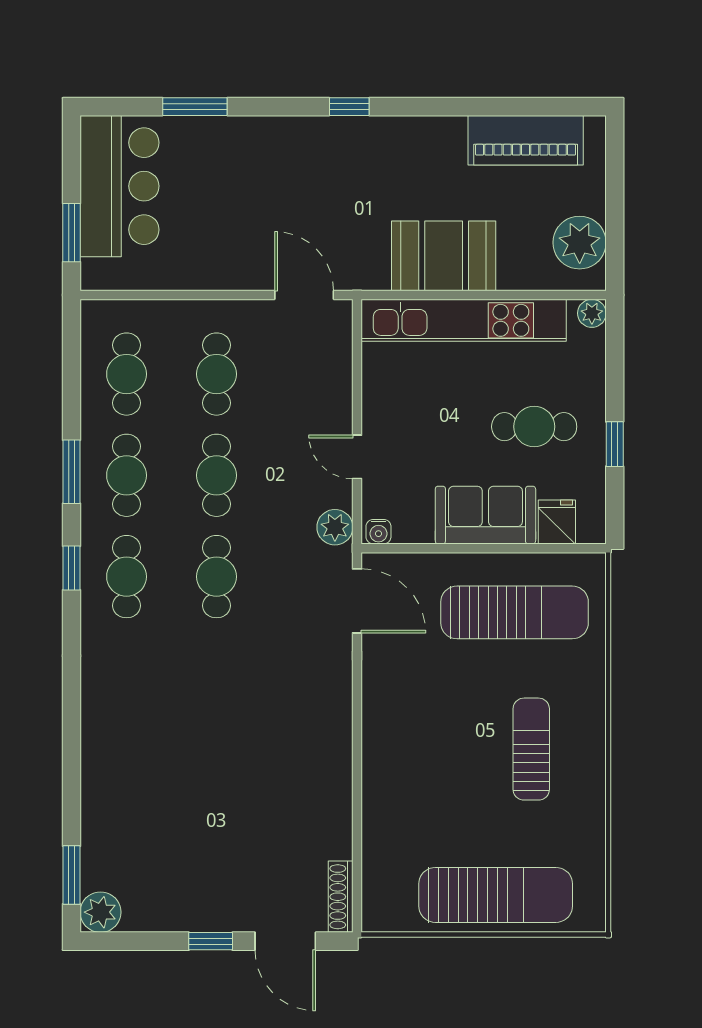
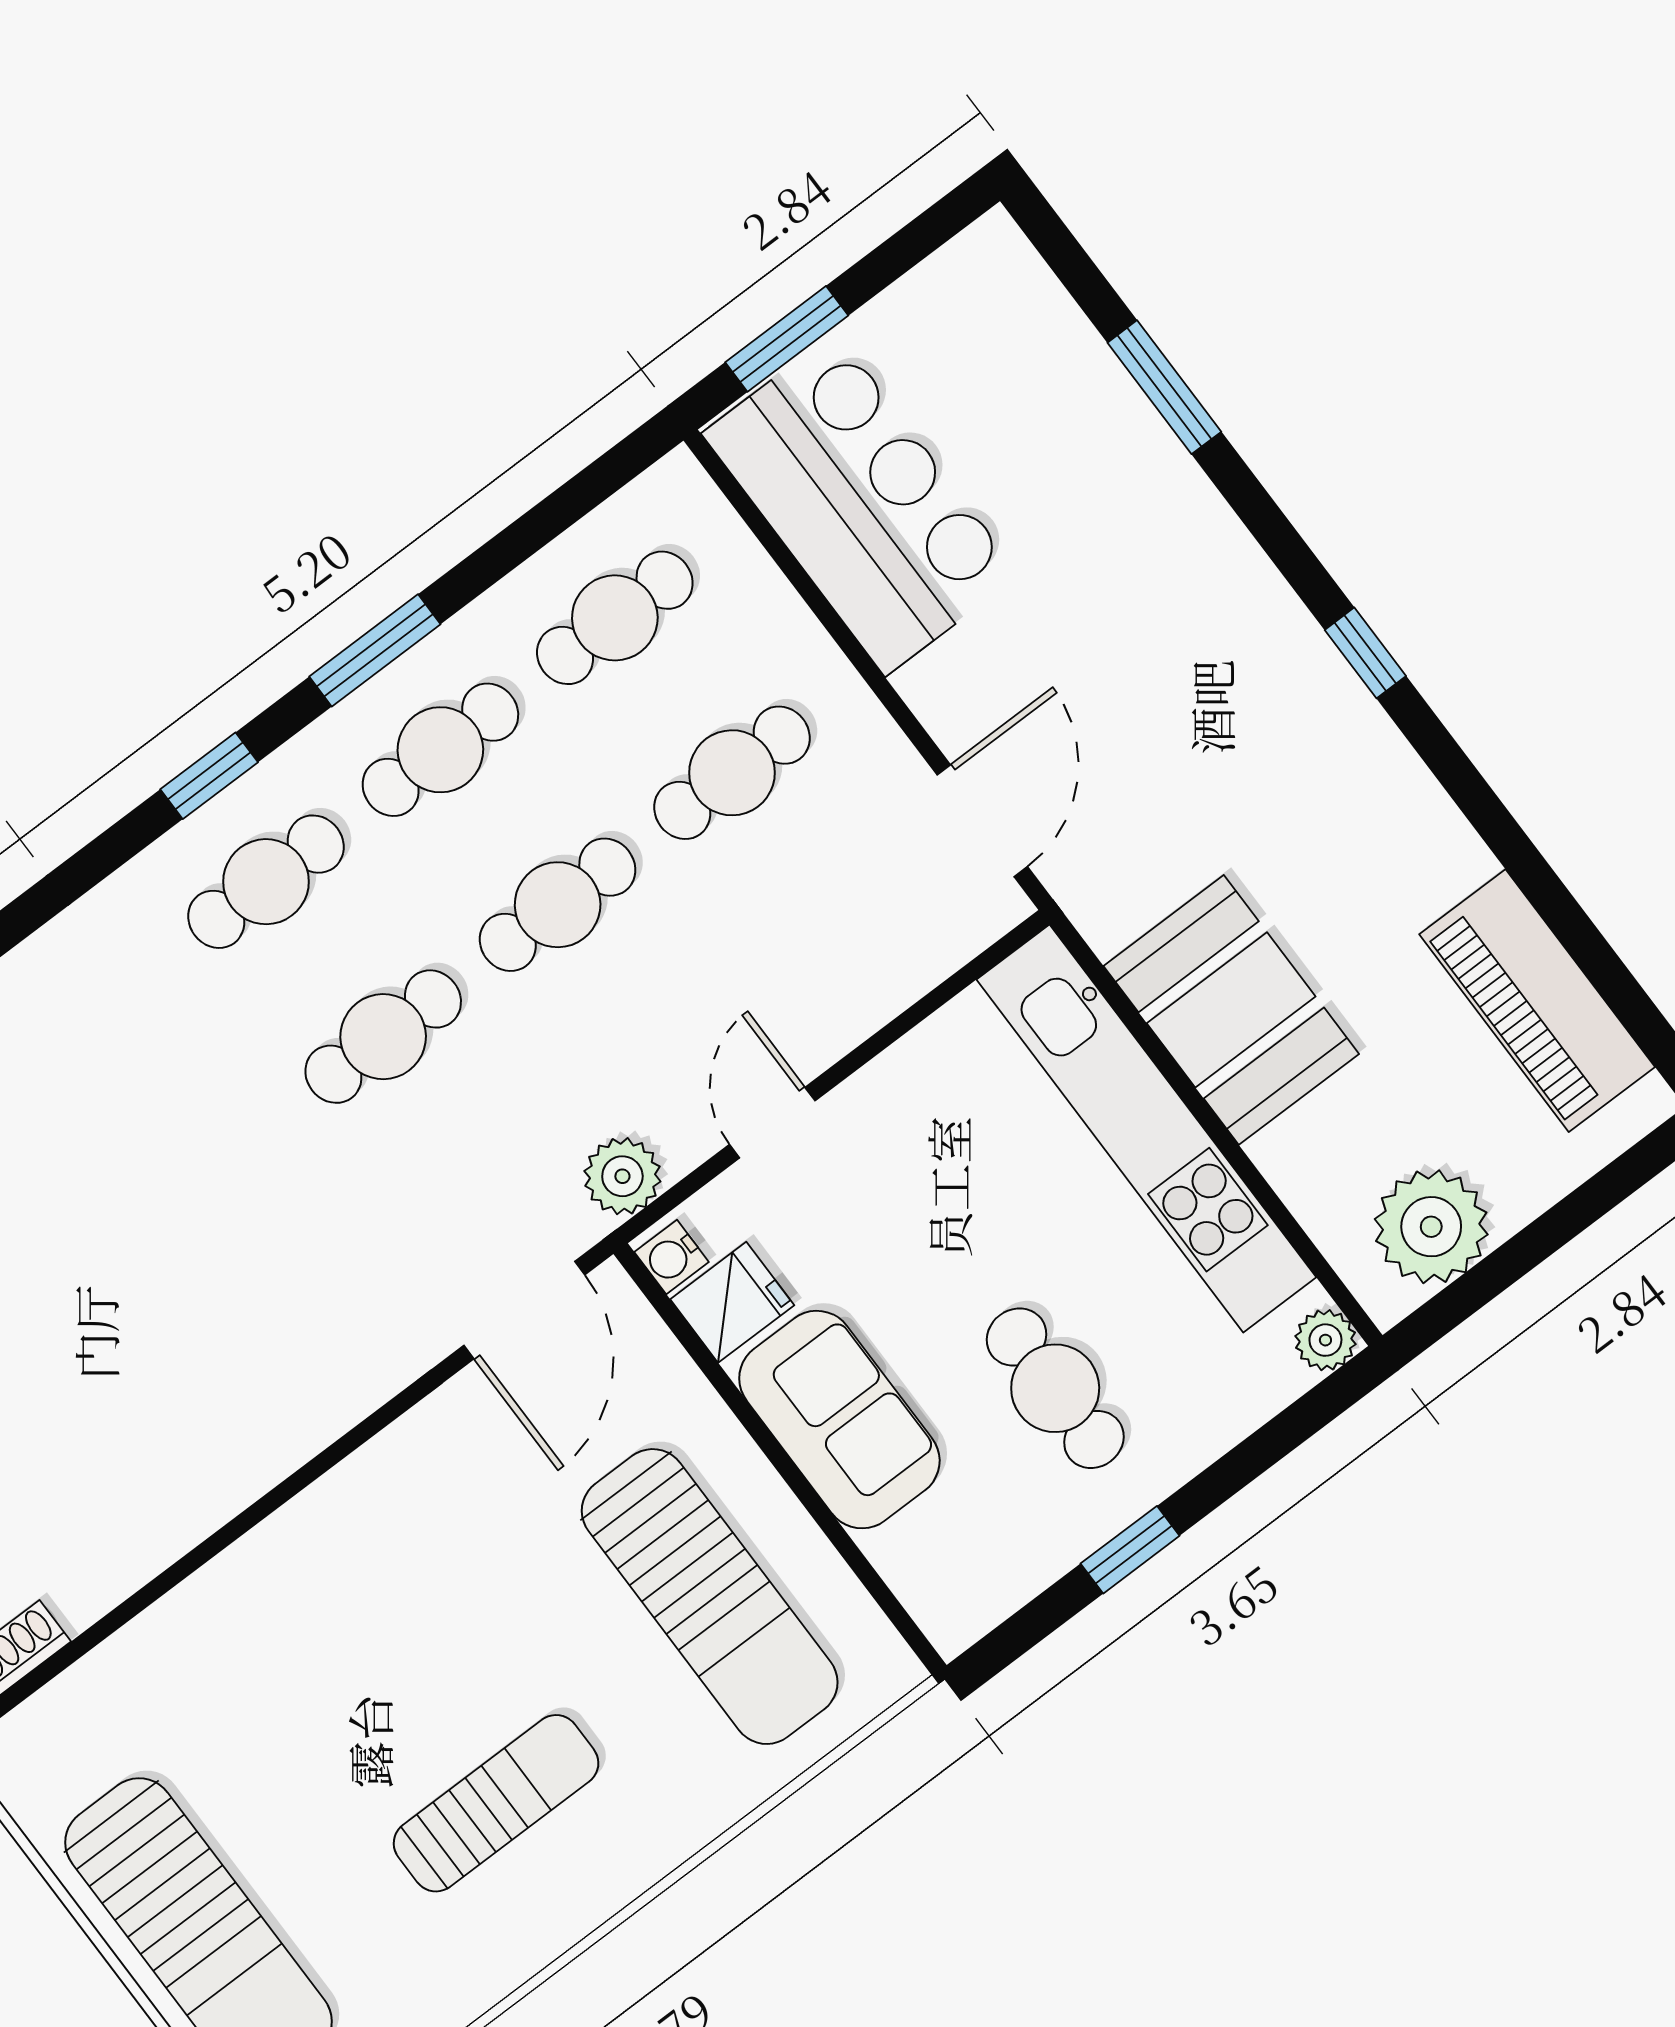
bar counter: (120, 186) -> (861, 504), moved, turned -90
fridge: (557, 522) -> (732, 1302), moved

